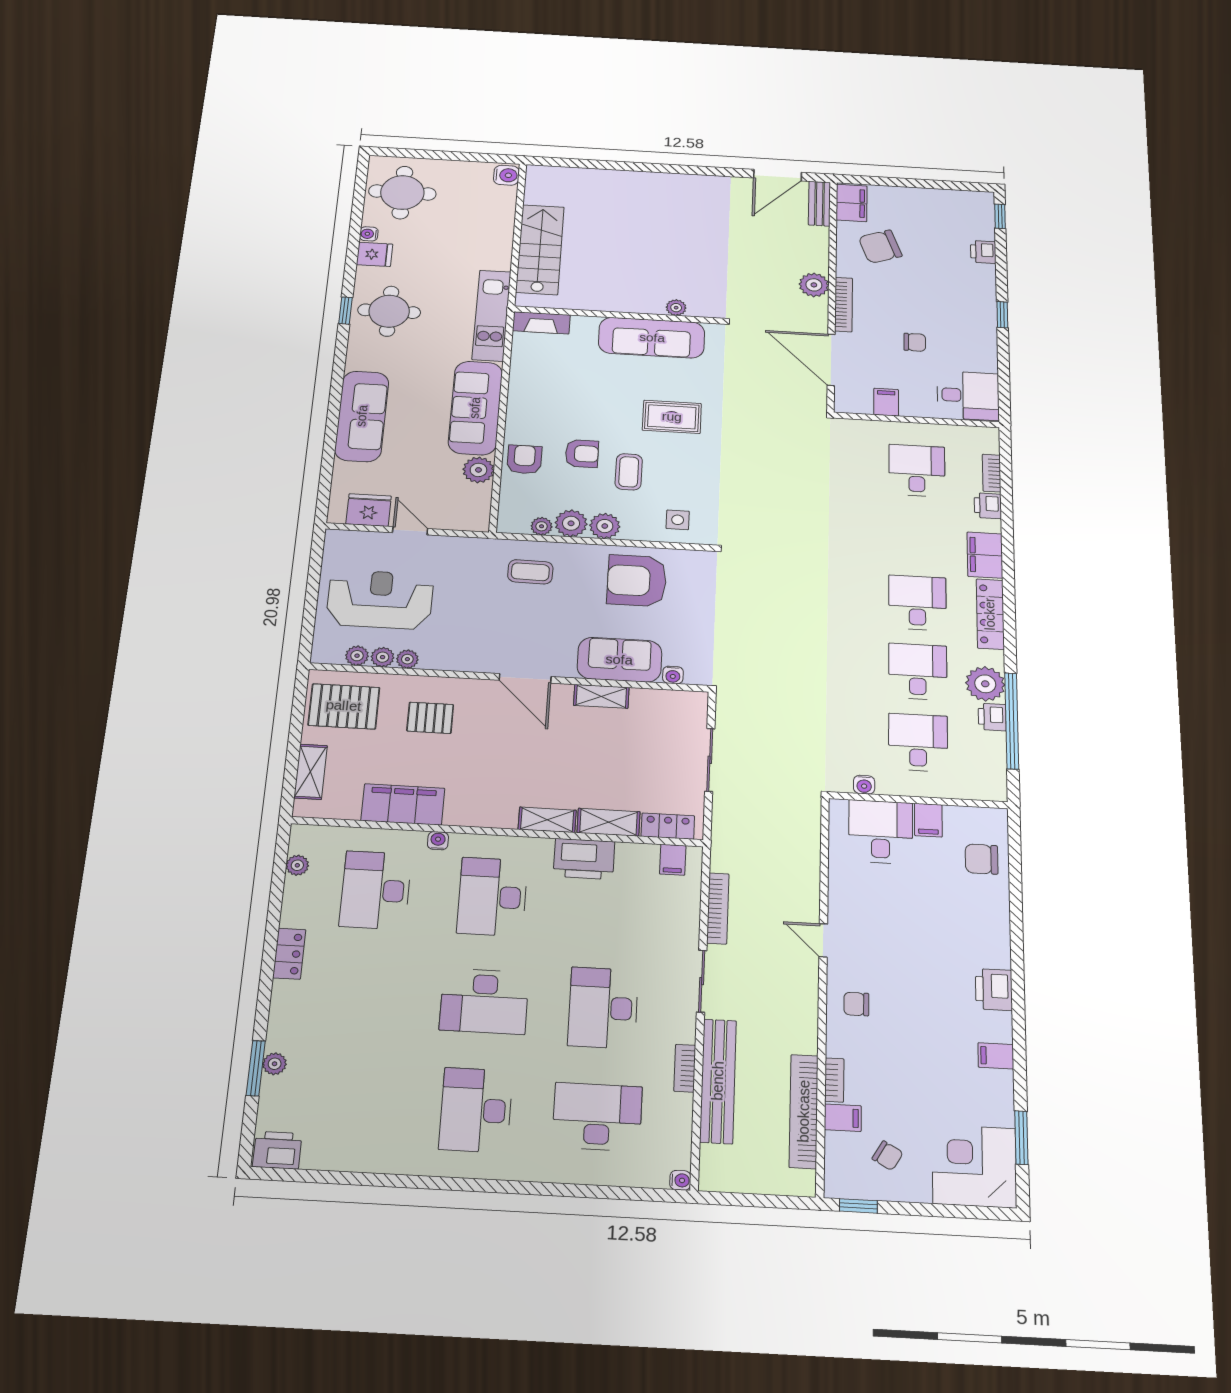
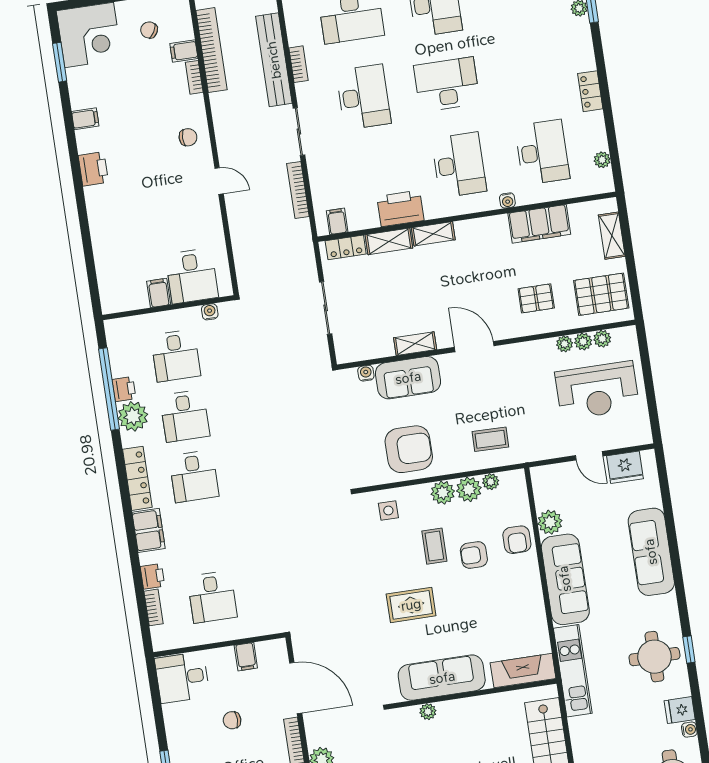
fireplace: (541, 323) -> (523, 671), width x1.37, depth x1.32
chair: (982, 859) -> (116, 270), removed

